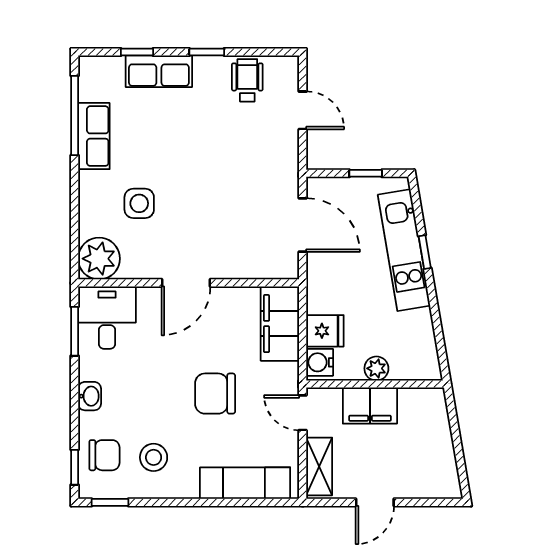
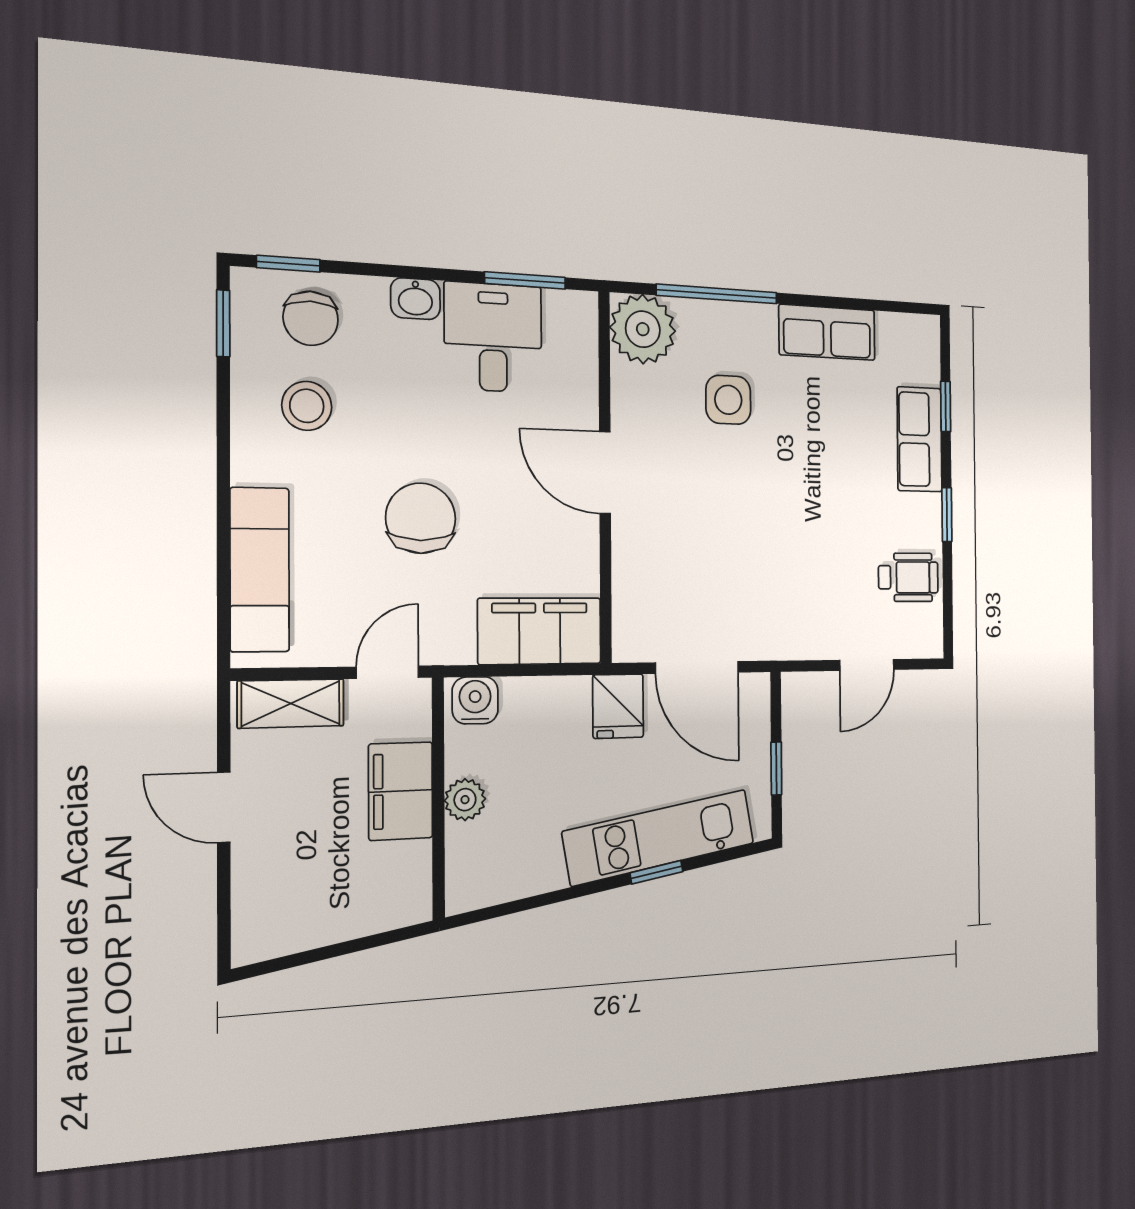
window: (75, 115) -> (717, 294), moved
door: (303, 225) -> (697, 668), hinge flipped
desk: (107, 318) -> (493, 337), moved, turned -90
fridge: (325, 331) -> (618, 706), moved

